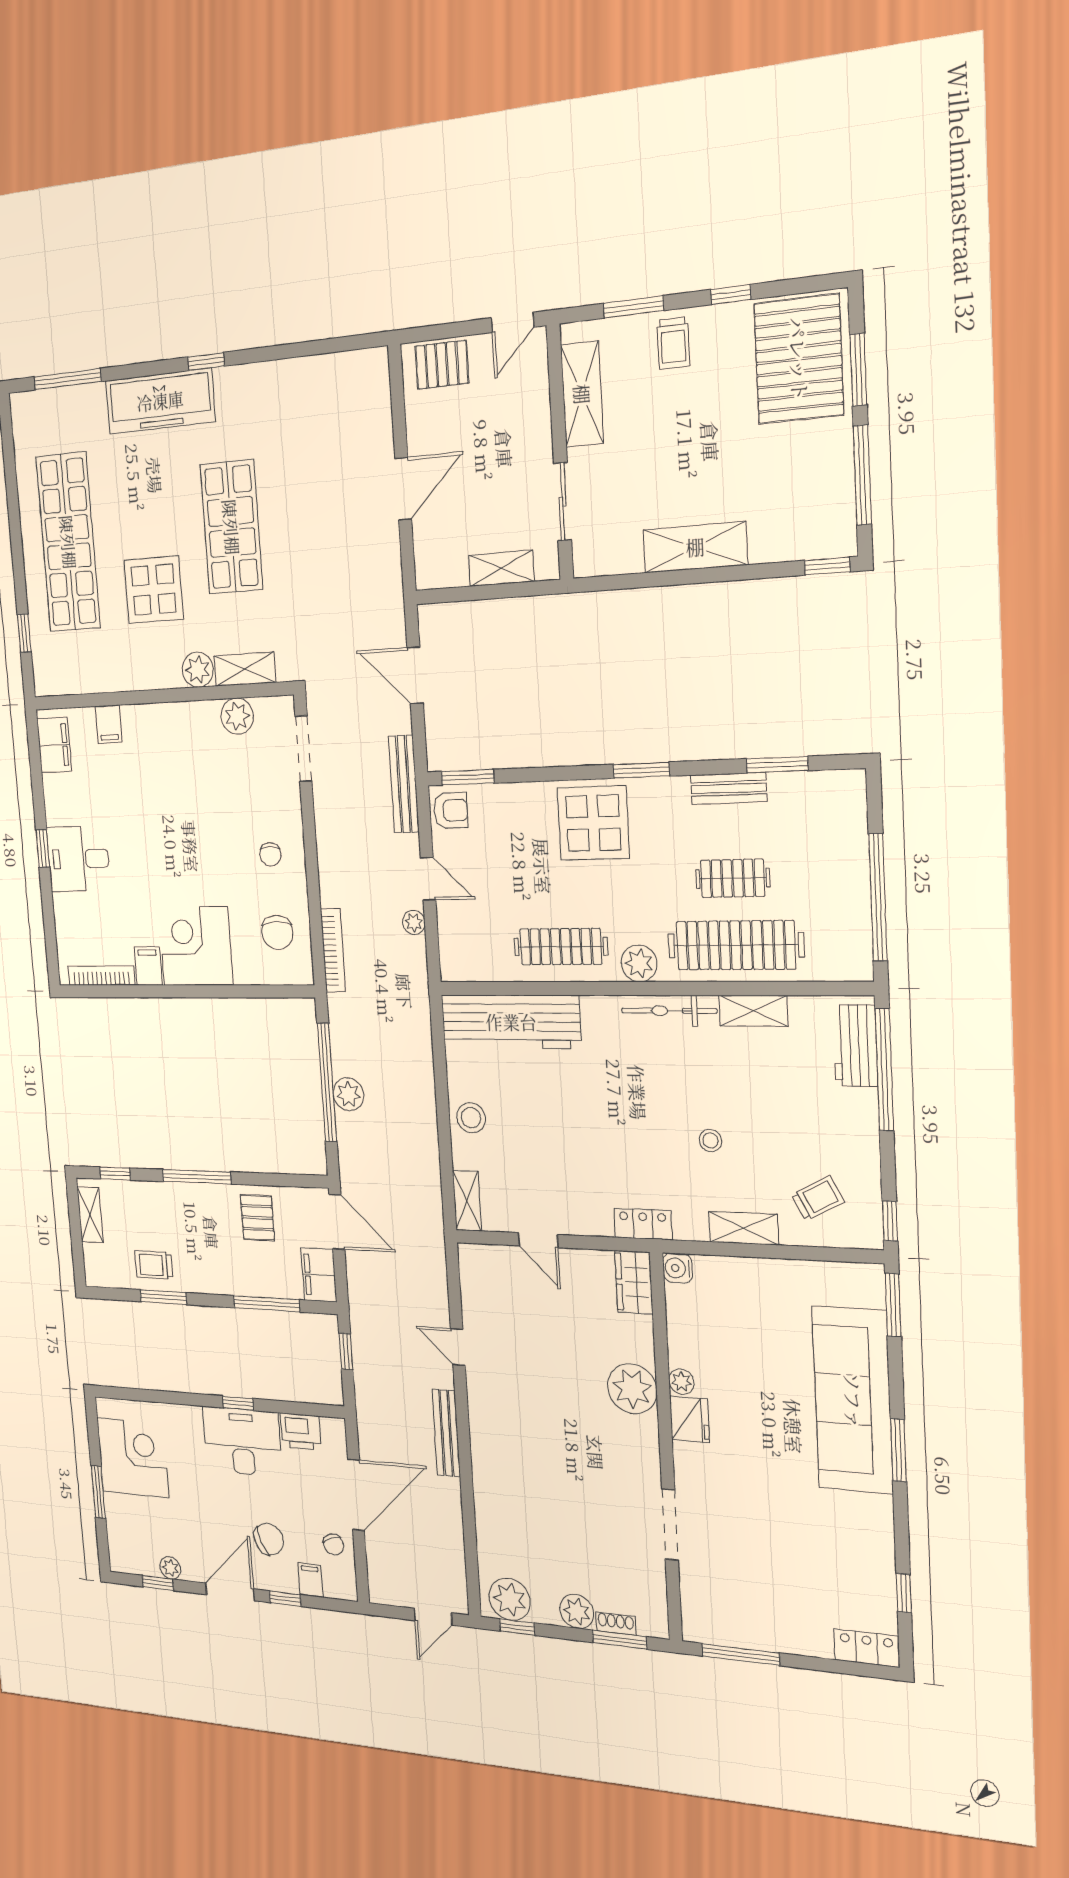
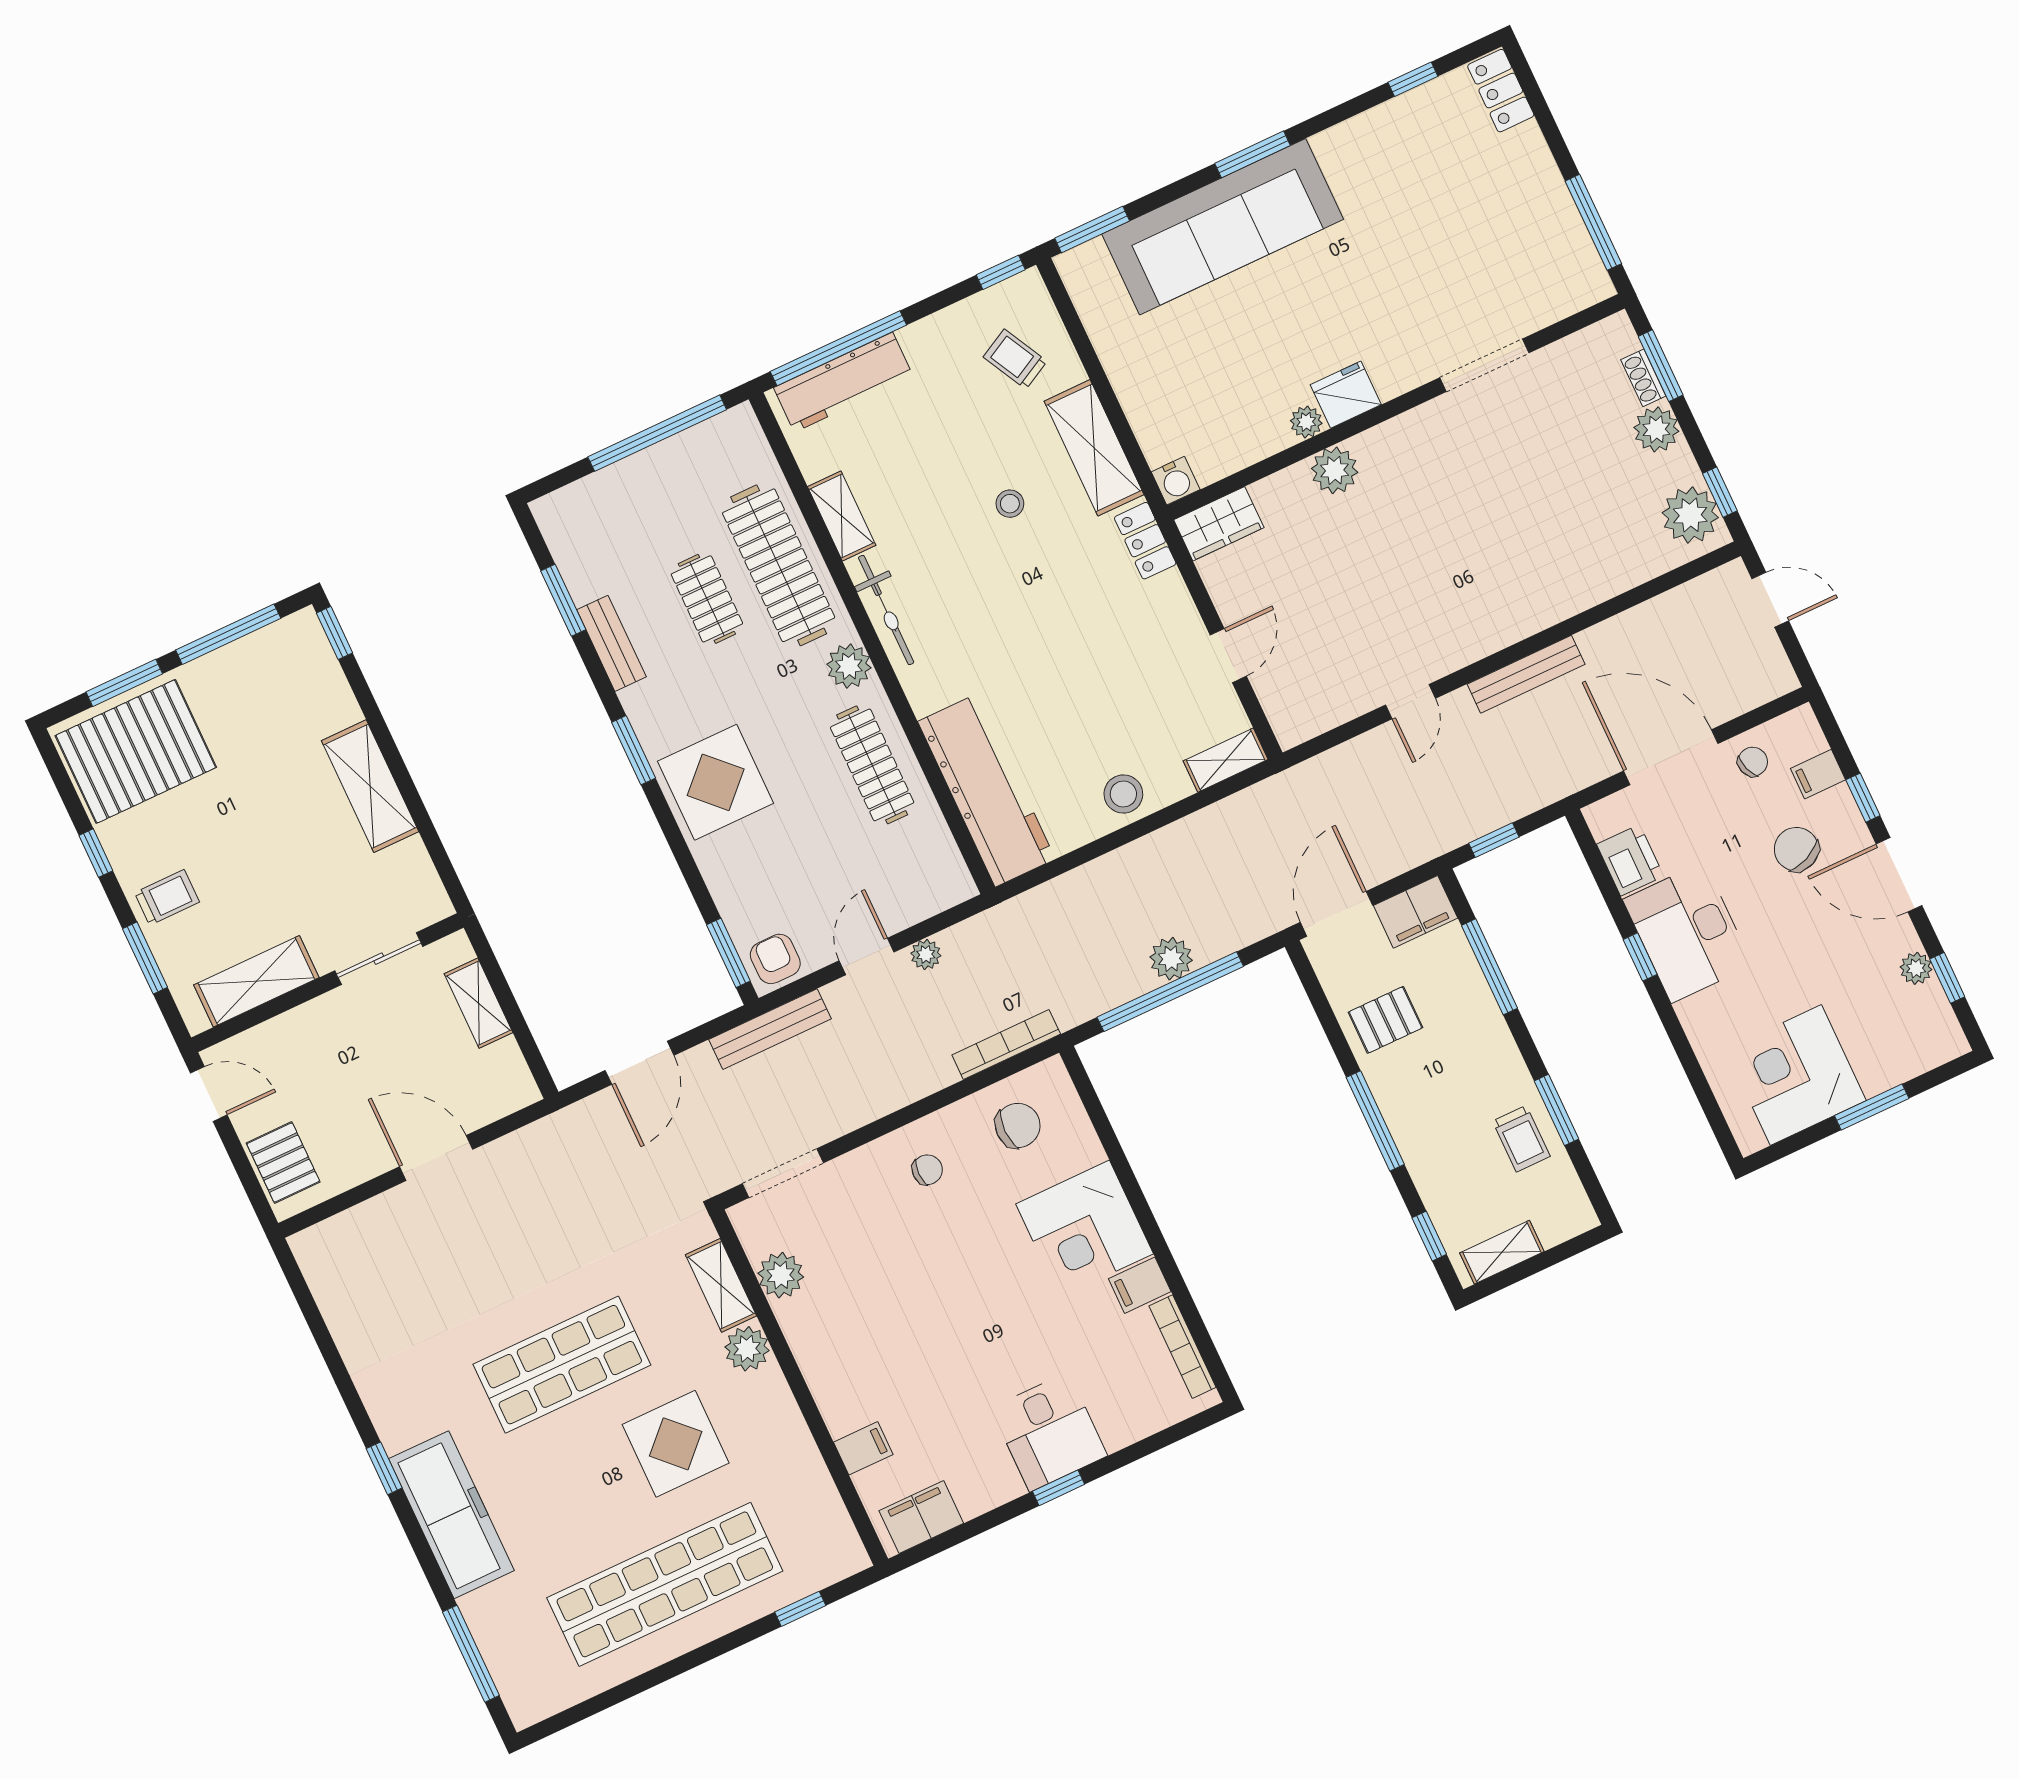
workbench: (855, 1046) -> (843, 382), width x1.37
shelving: (743, 1228) -> (1094, 448), width x1.50, depth x1.33
plant: (632, 1389) -> (1335, 470), width x0.73, depth x0.73

